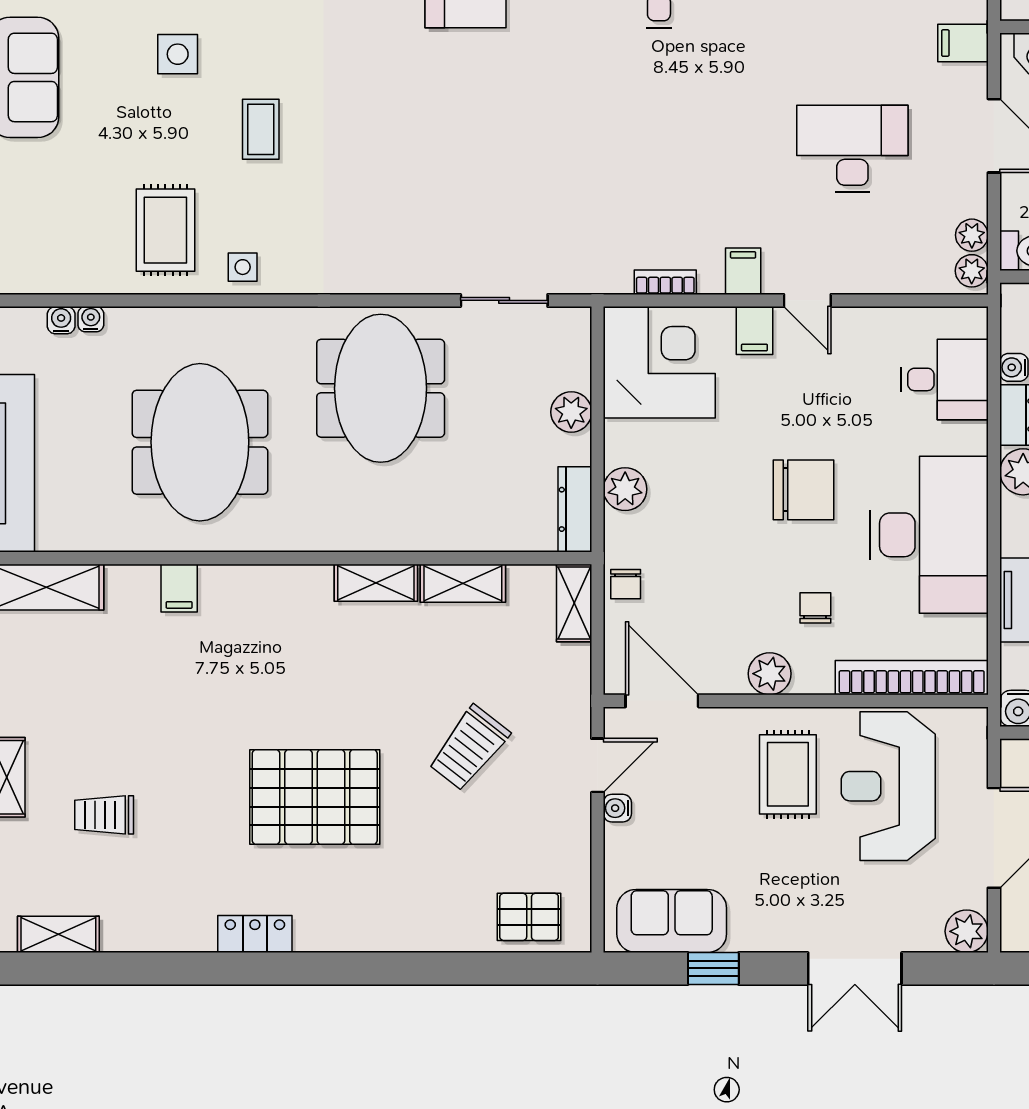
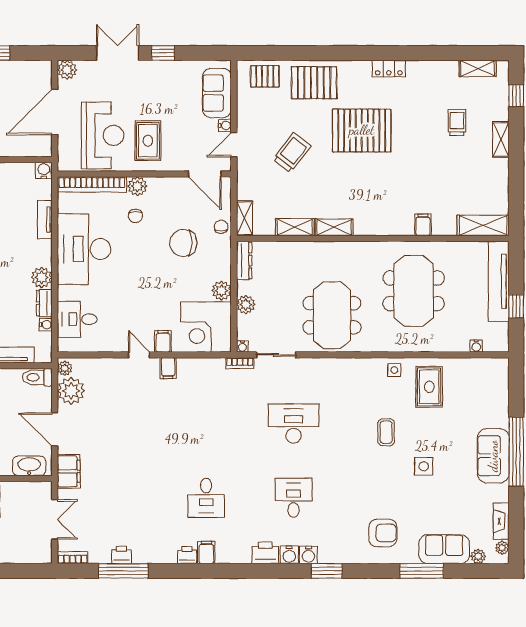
filing cabinet: (963, 43) -> (69, 471), width x2.00
desk: (852, 149) -> (294, 424), moved, turned 180
plant: (972, 235) -> (71, 391), width x1.88, depth x1.88
bookcase: (665, 282) -> (240, 363), moved
water cooler: (91, 319) -> (242, 346), moved
plant: (625, 489) -> (221, 291), moved
chair: (803, 490) -> (183, 243), moved
plant: (770, 674) -> (137, 186), moved
trolley: (104, 815) -> (457, 122), turned -90
pallet: (420, 903) -> (314, 83), added
sofa: (672, 921) -> (217, 93), moved, turned 90
window: (713, 968) -> (163, 53), moved

